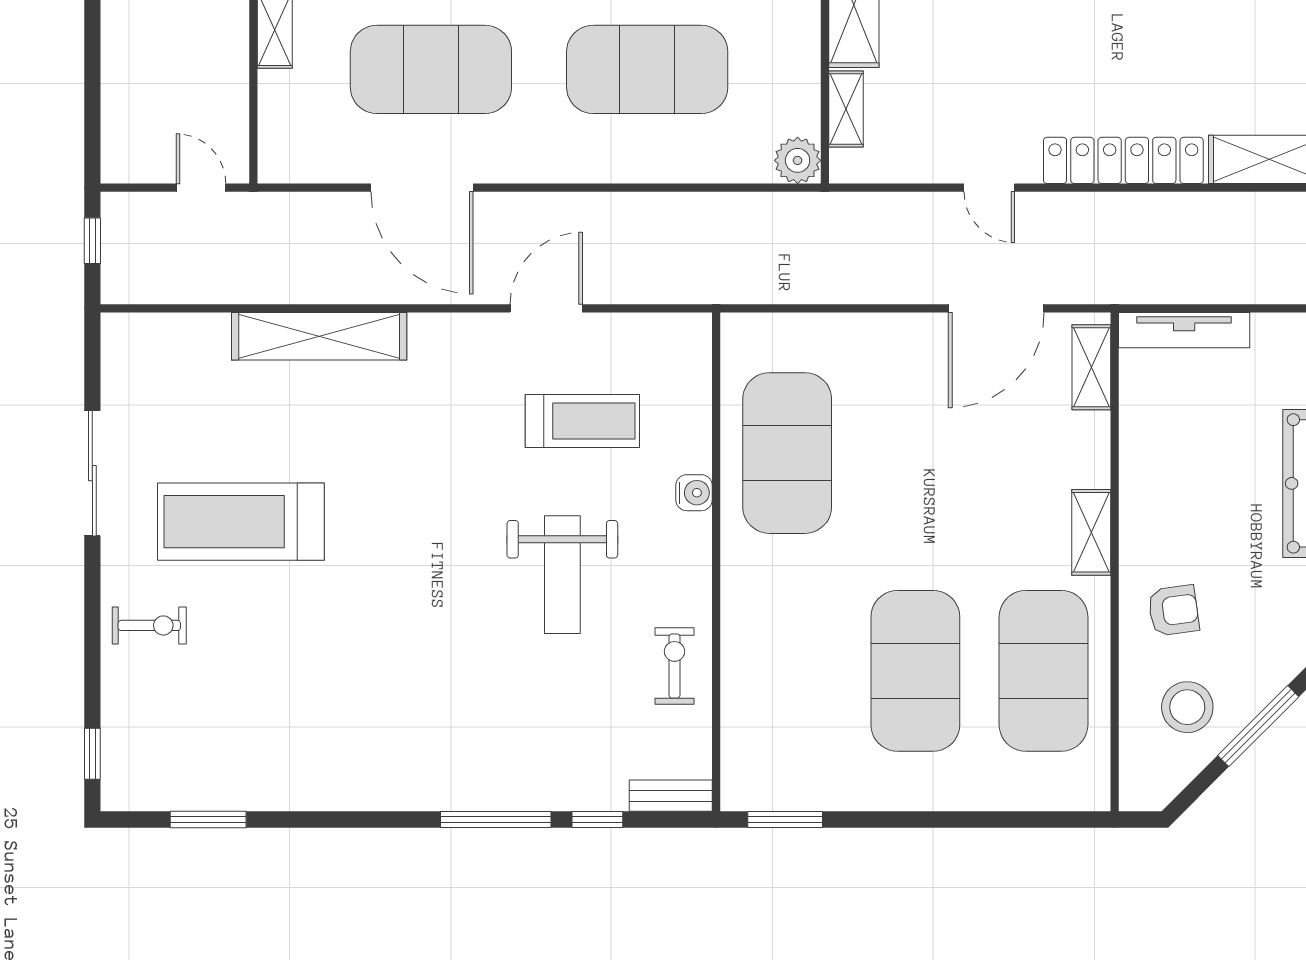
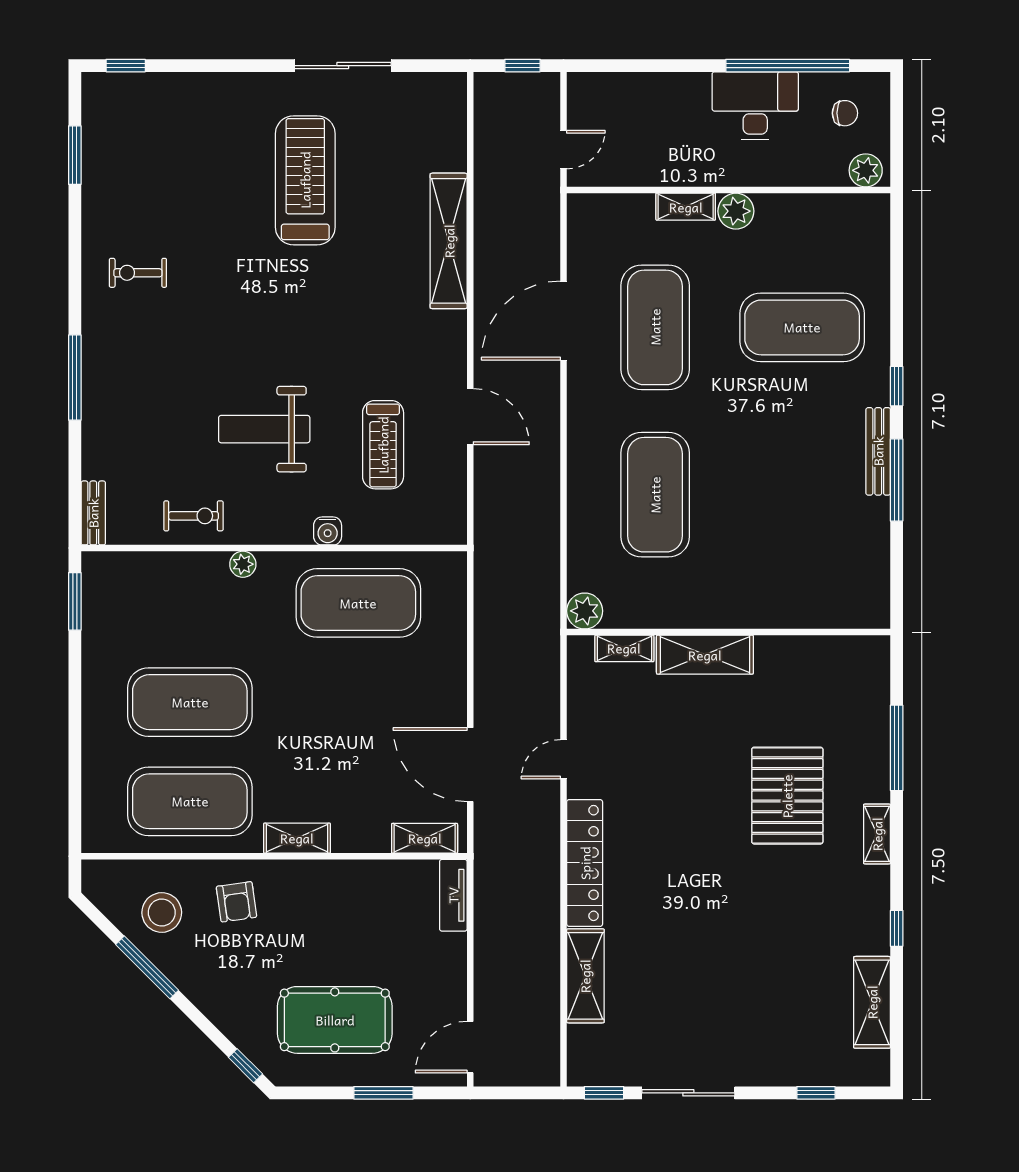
tv unit: (1184, 330) -> (453, 895), width x0.71
plant: (737, 602) -> (243, 564), added
exercise bike: (149, 625) -> (138, 273), moved, turned 90
window: (597, 819) -> (75, 456), removed

